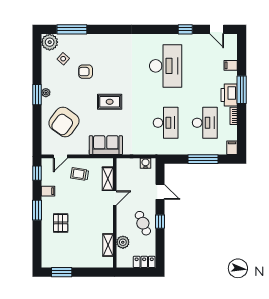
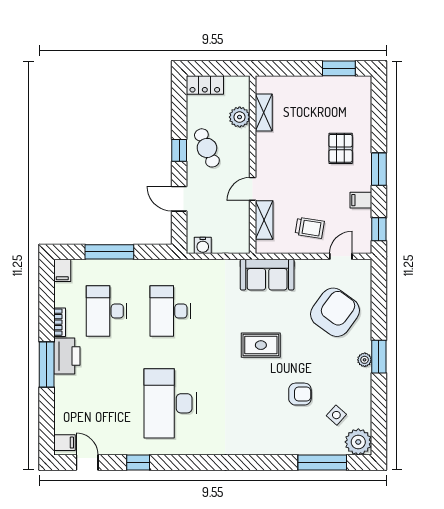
filing cabinet: (231, 65) -> (64, 443), moved

